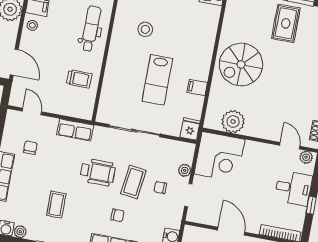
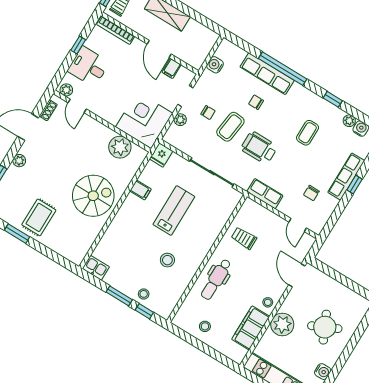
filing cabinet: (212, 217) -> (171, 68), added

